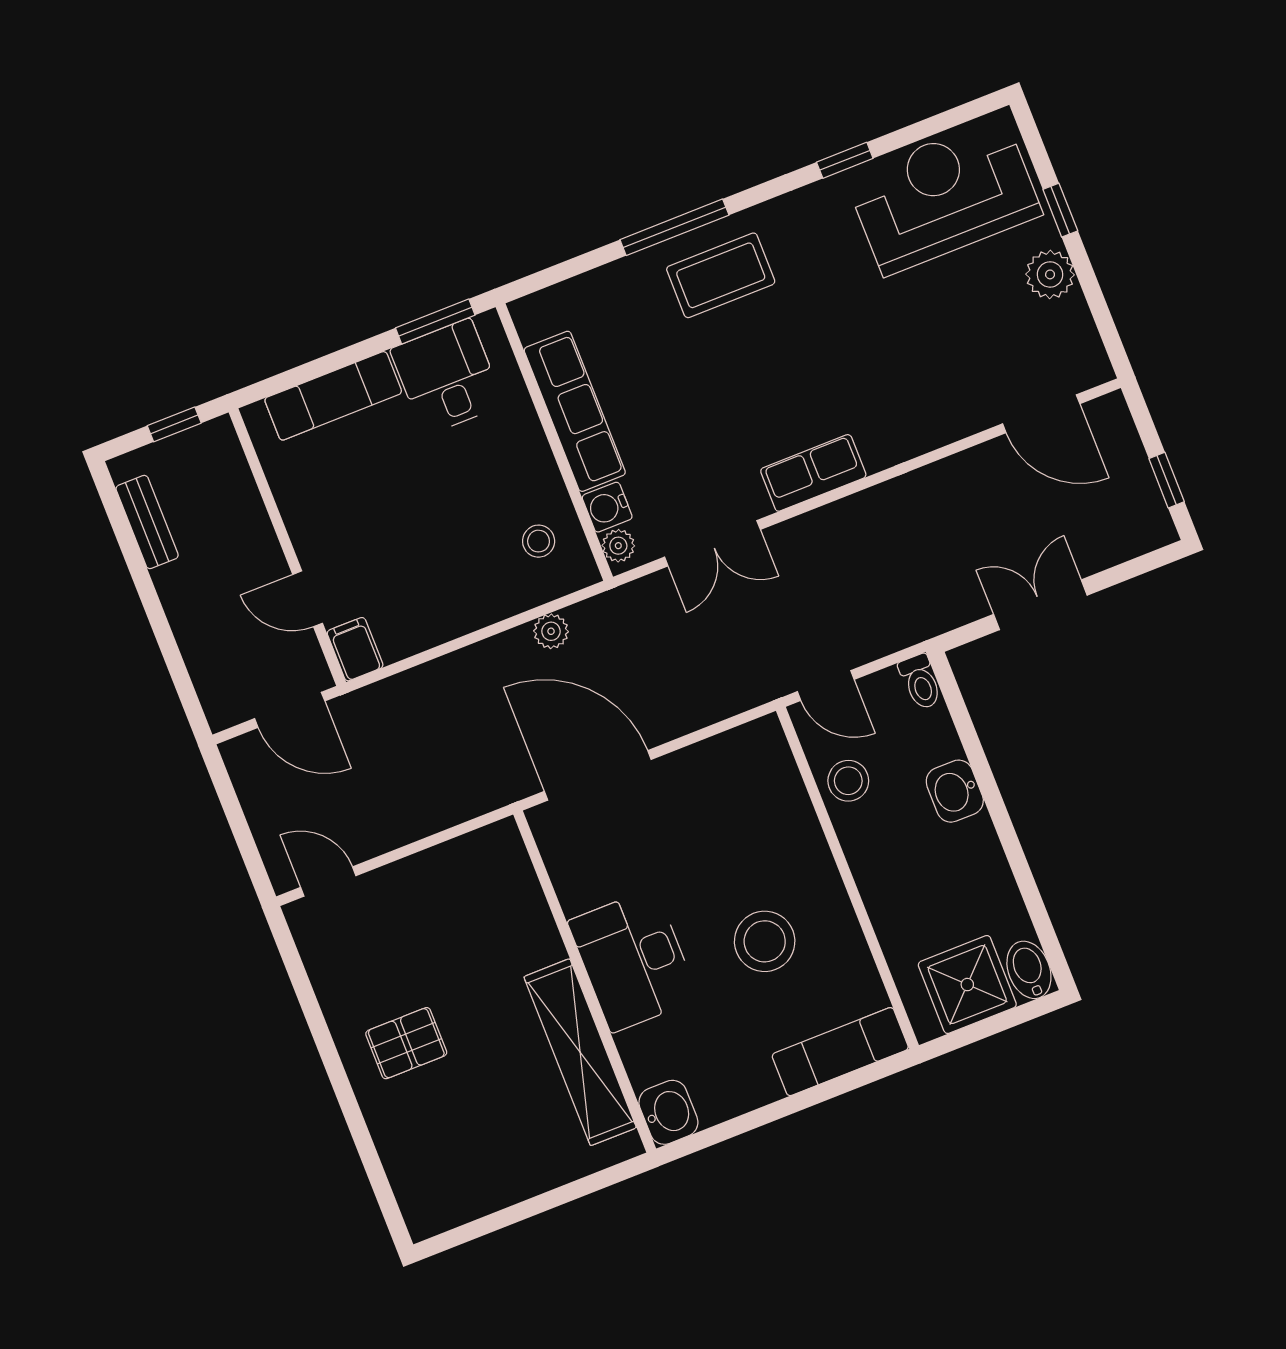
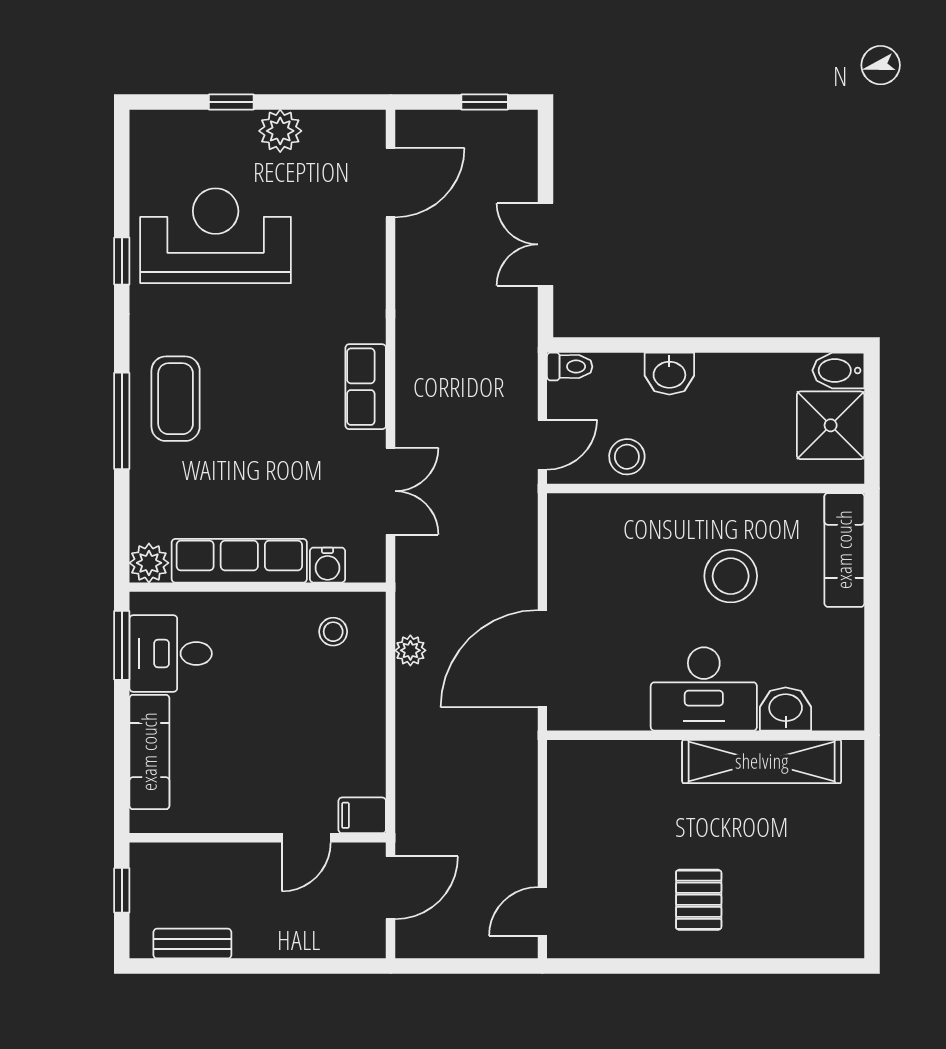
reception desk: (944, 196) -> (216, 236), moved, turned 90
plant: (618, 546) -> (149, 563), moved, width x1.38, depth x1.38
washbasin: (668, 1112) -> (786, 709), moved

